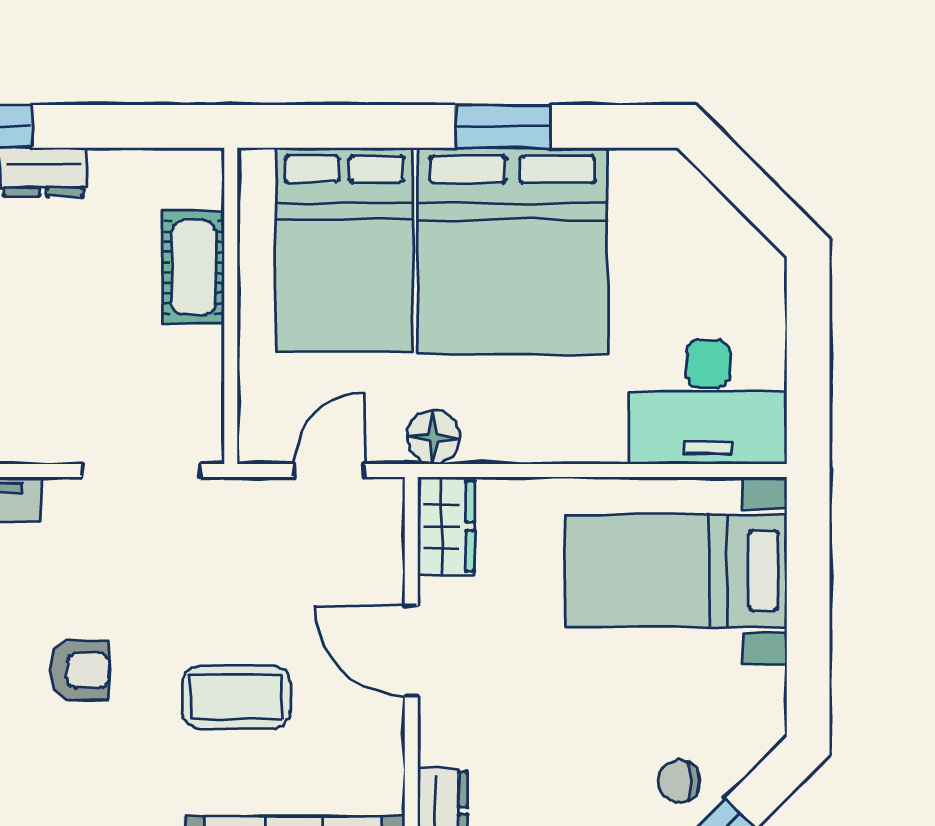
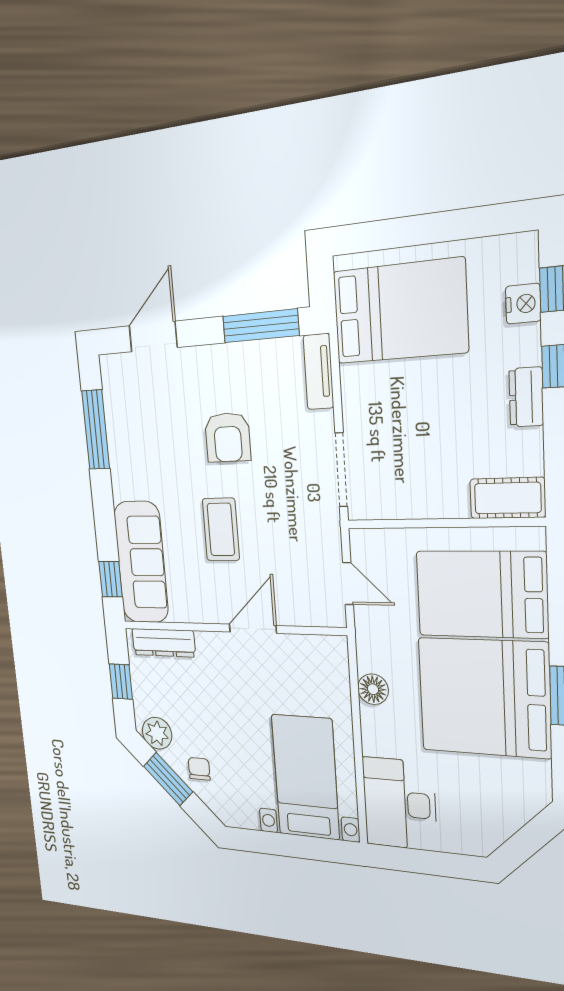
cot: (194, 267) -> (508, 498), moved
floor lamp: (433, 437) -> (373, 689), moved
wardrobe: (446, 526) -> (321, 651), removed
armchair: (80, 670) -> (228, 437), width x1.38, depth x1.38

